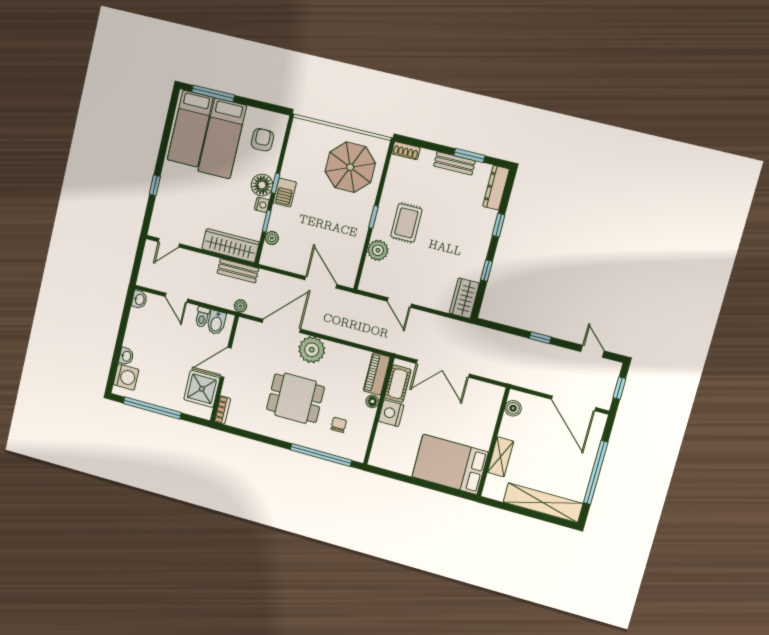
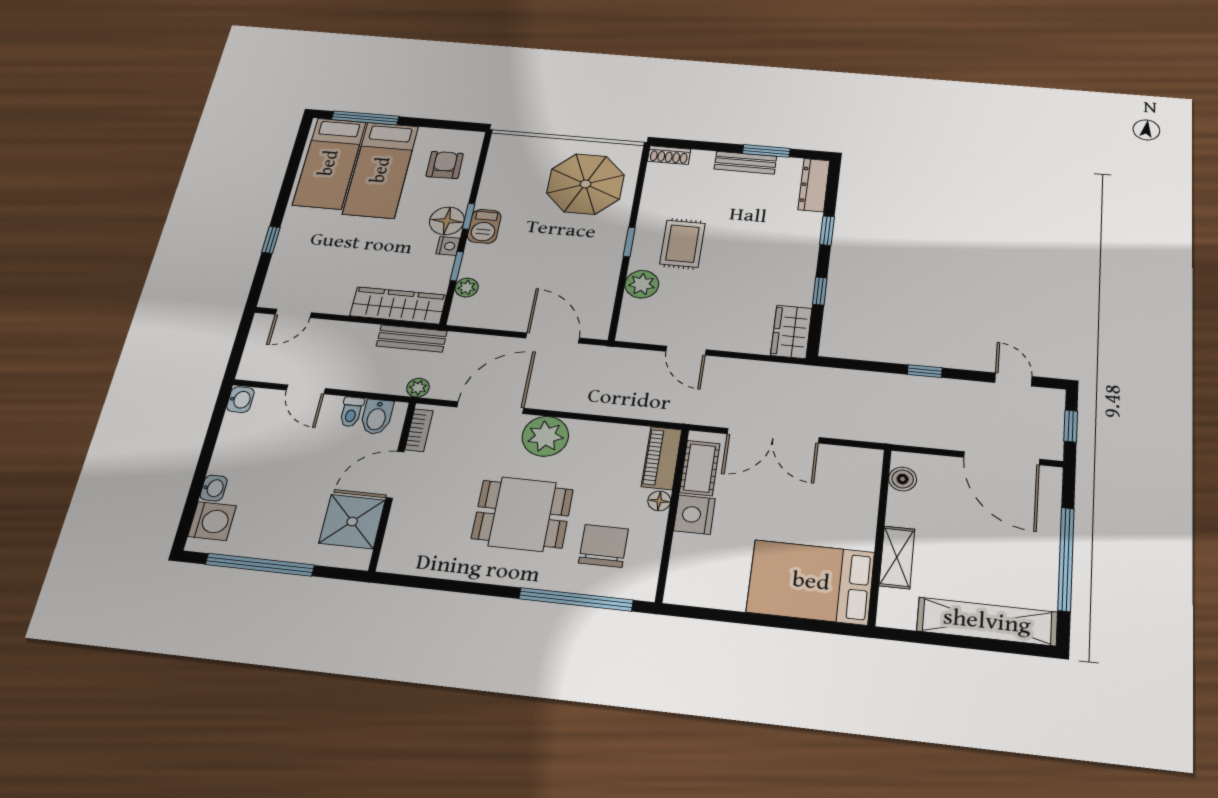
bookcase: (222, 410) -> (419, 430), moved
chair: (339, 425) -> (604, 546), width x1.87, depth x1.87

